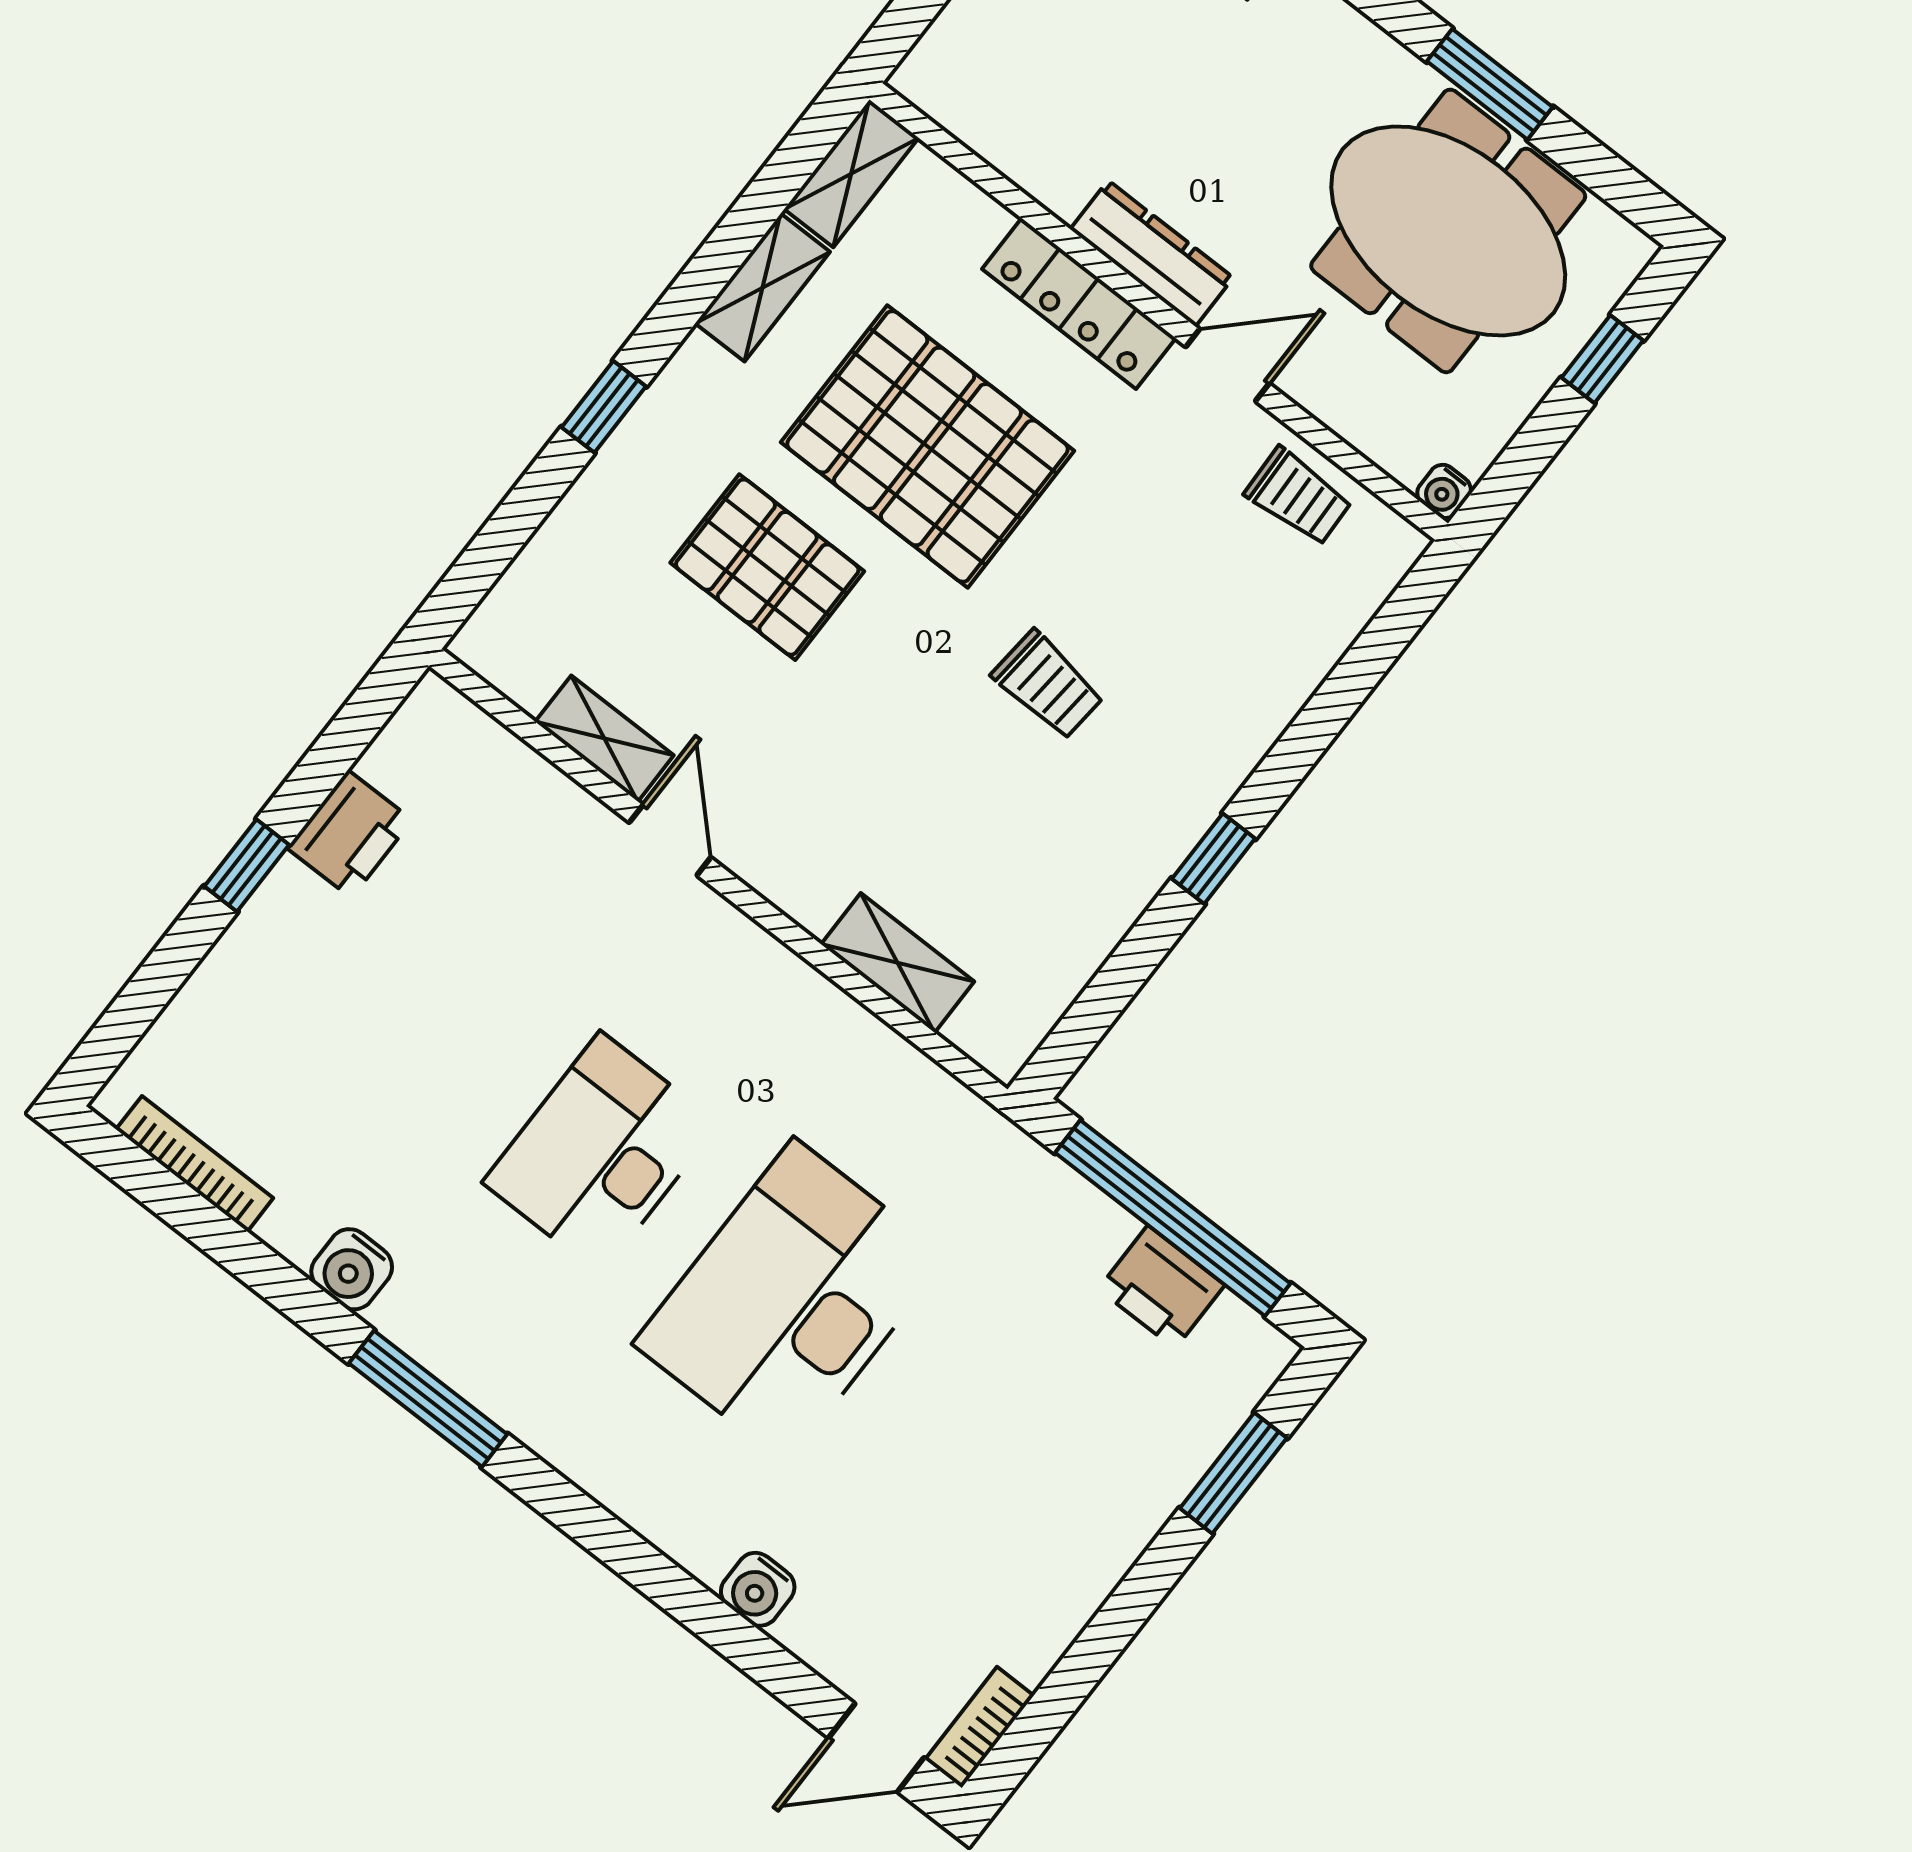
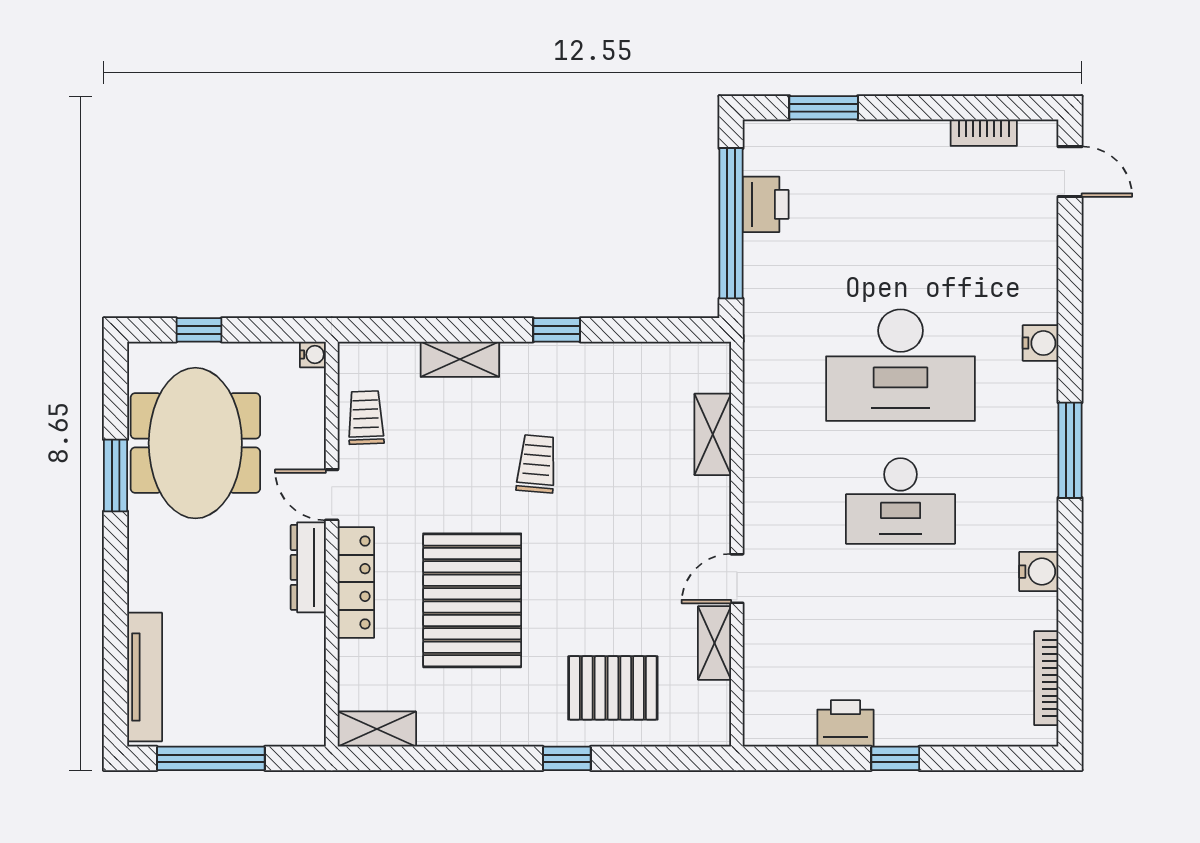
shelving: (763, 288) -> (460, 359), moved
pallet: (767, 567) -> (613, 688), moved, turned 90
window: (428, 1399) -> (1070, 450), moved
water cooler: (758, 1589) -> (1041, 343), moved
bookcase: (979, 1727) -> (984, 133), moved

